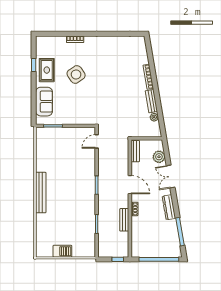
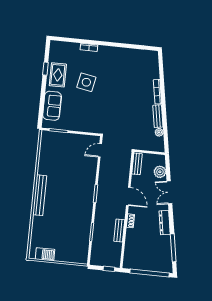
side table: (76, 74) -> (86, 82), turned 45
barbecue: (62, 251) -> (45, 254), moved

